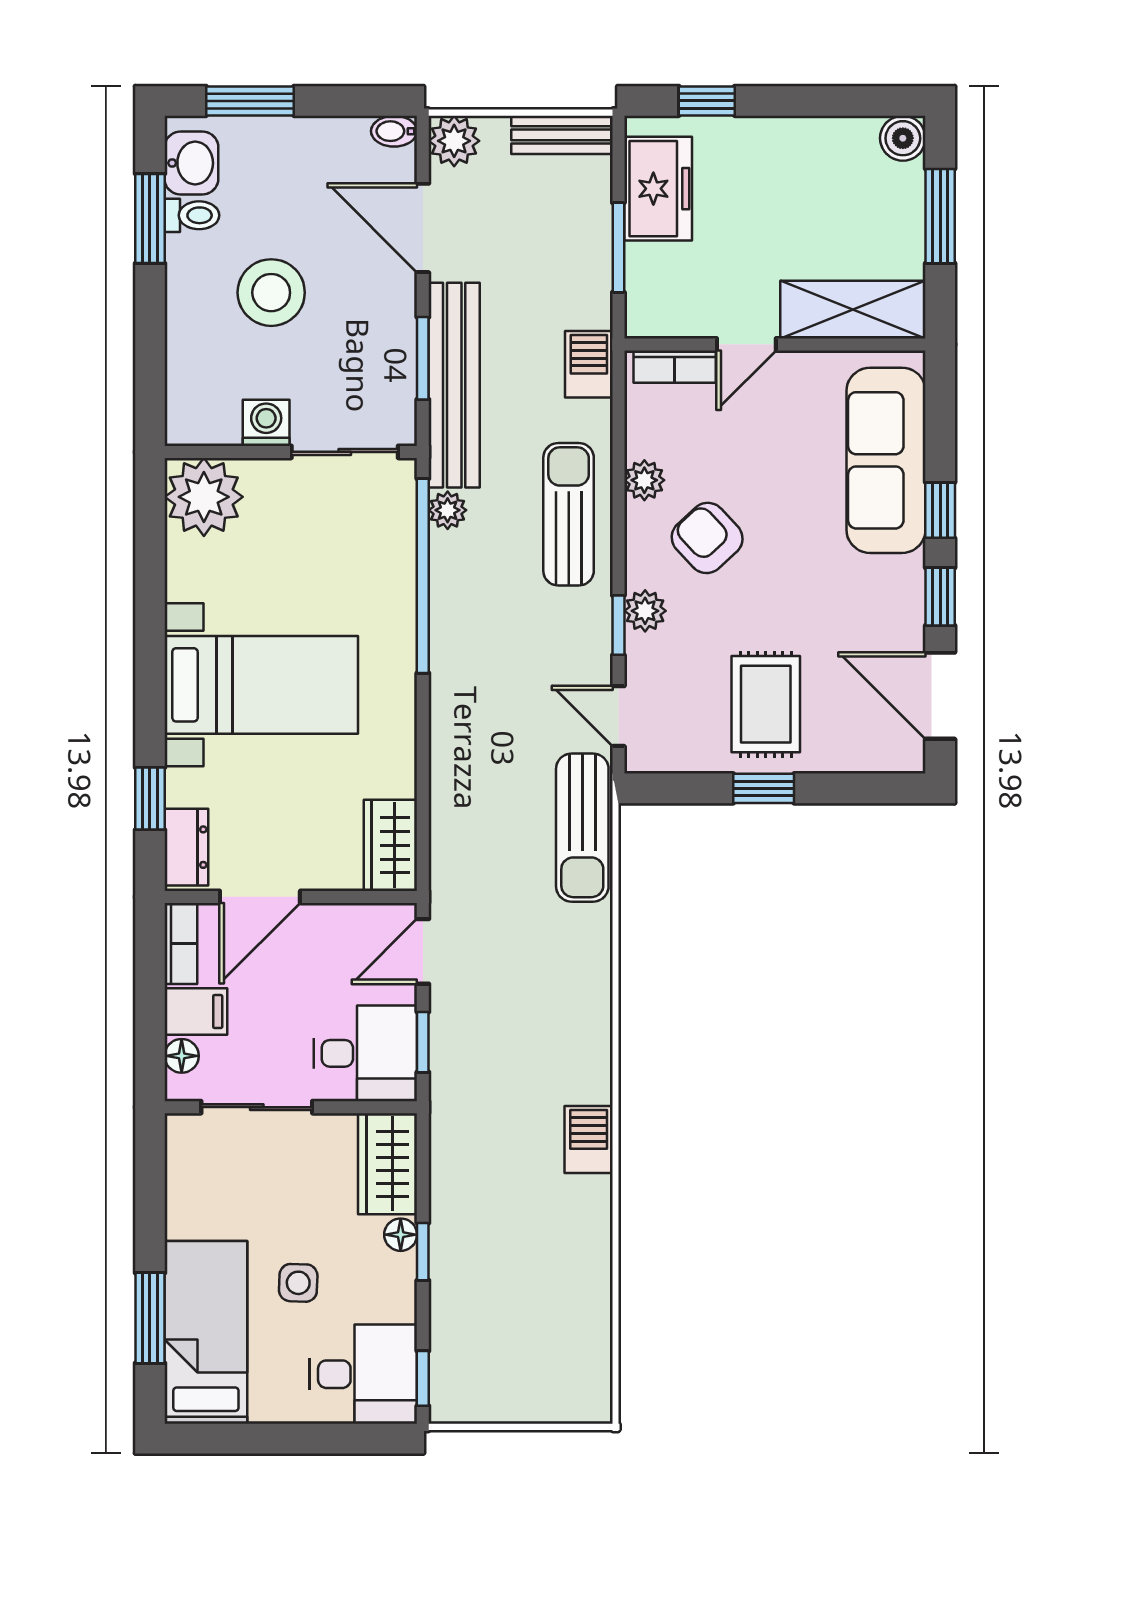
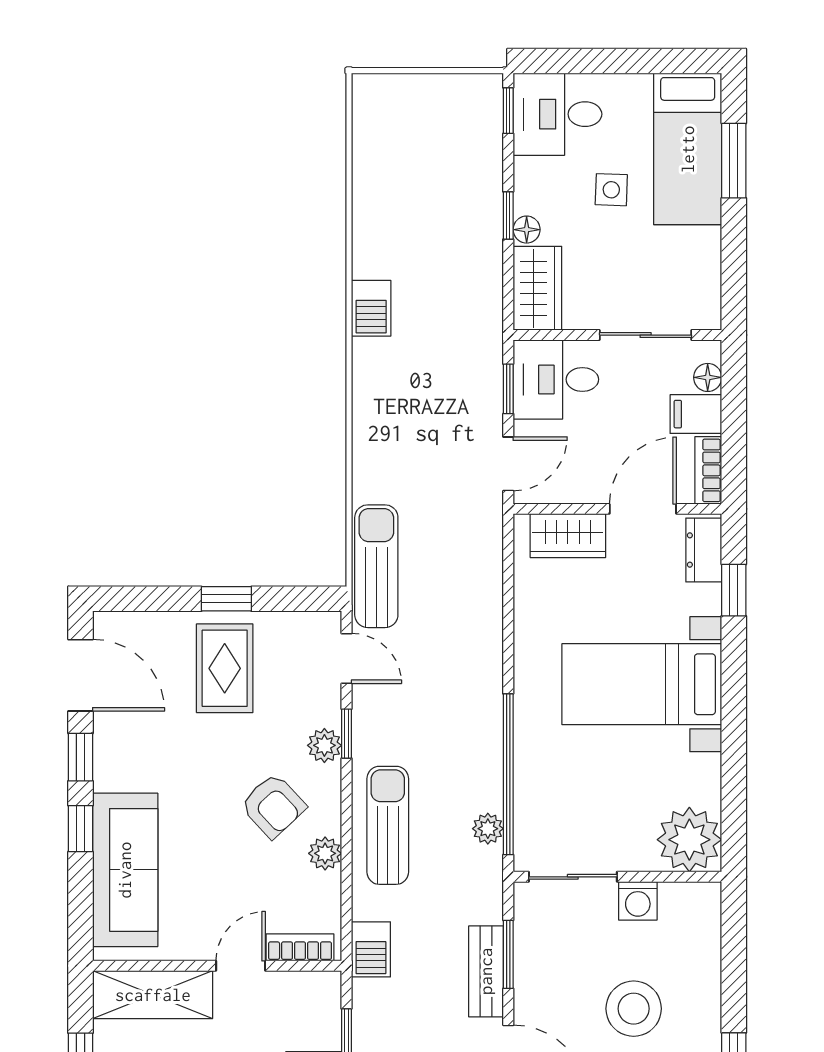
bench: (454, 385) -> (486, 971), width x0.54, depth x0.82
sun lounger: (569, 514) -> (388, 825), turned 180
wardrobe: (390, 845) -> (568, 536), moved, turned 90

